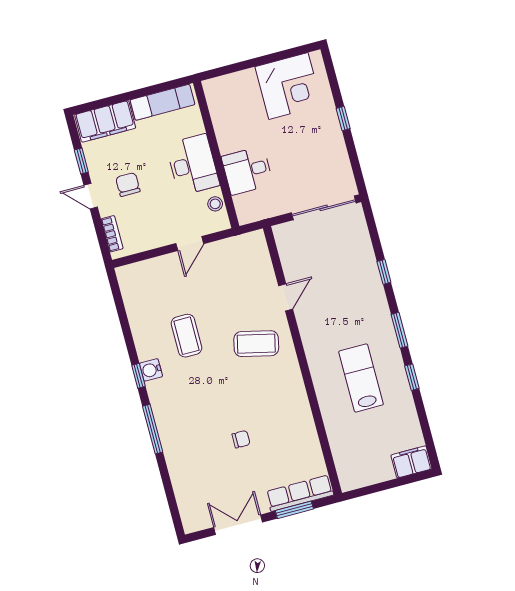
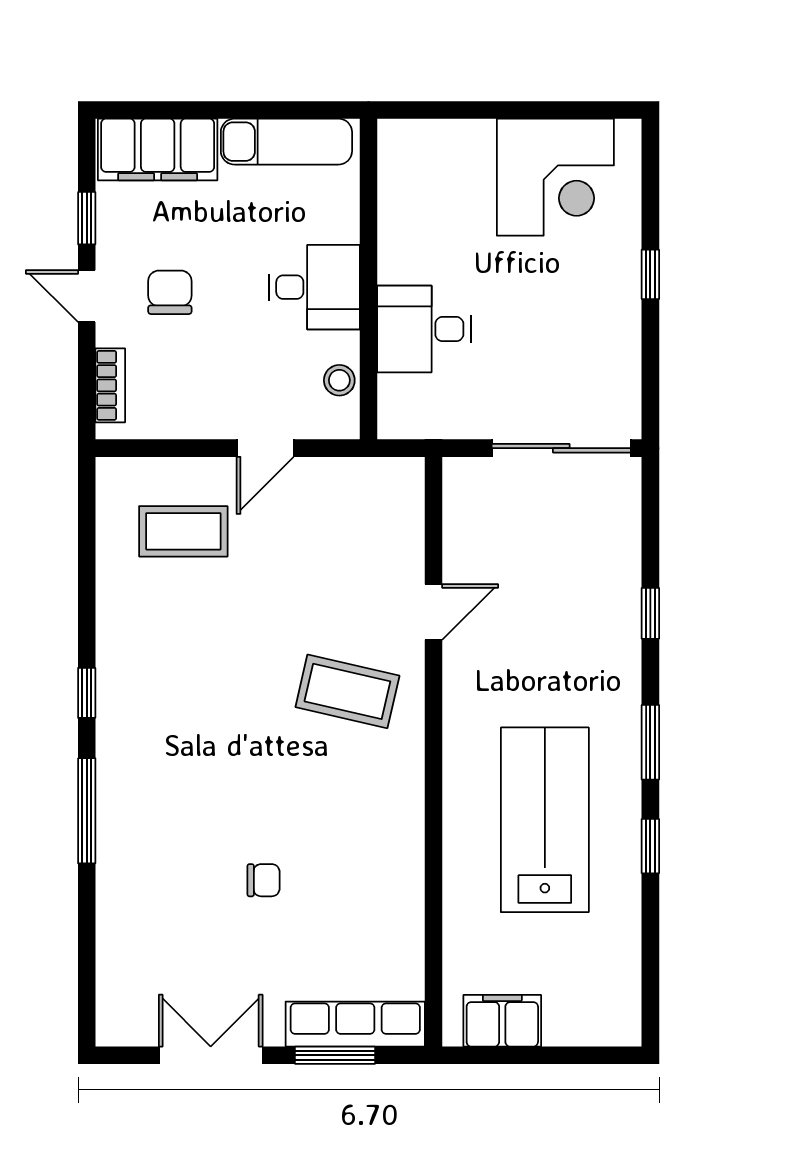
desk: (193, 165) -> (314, 287), width x0.73
coffee table: (186, 336) -> (183, 531), moved, turned 90
water cooler: (151, 370) -> (116, 688), removed
lab bench: (361, 378) -> (545, 820), width x1.36, depth x1.39
filing cabinet: (411, 462) -> (502, 1021), moved

